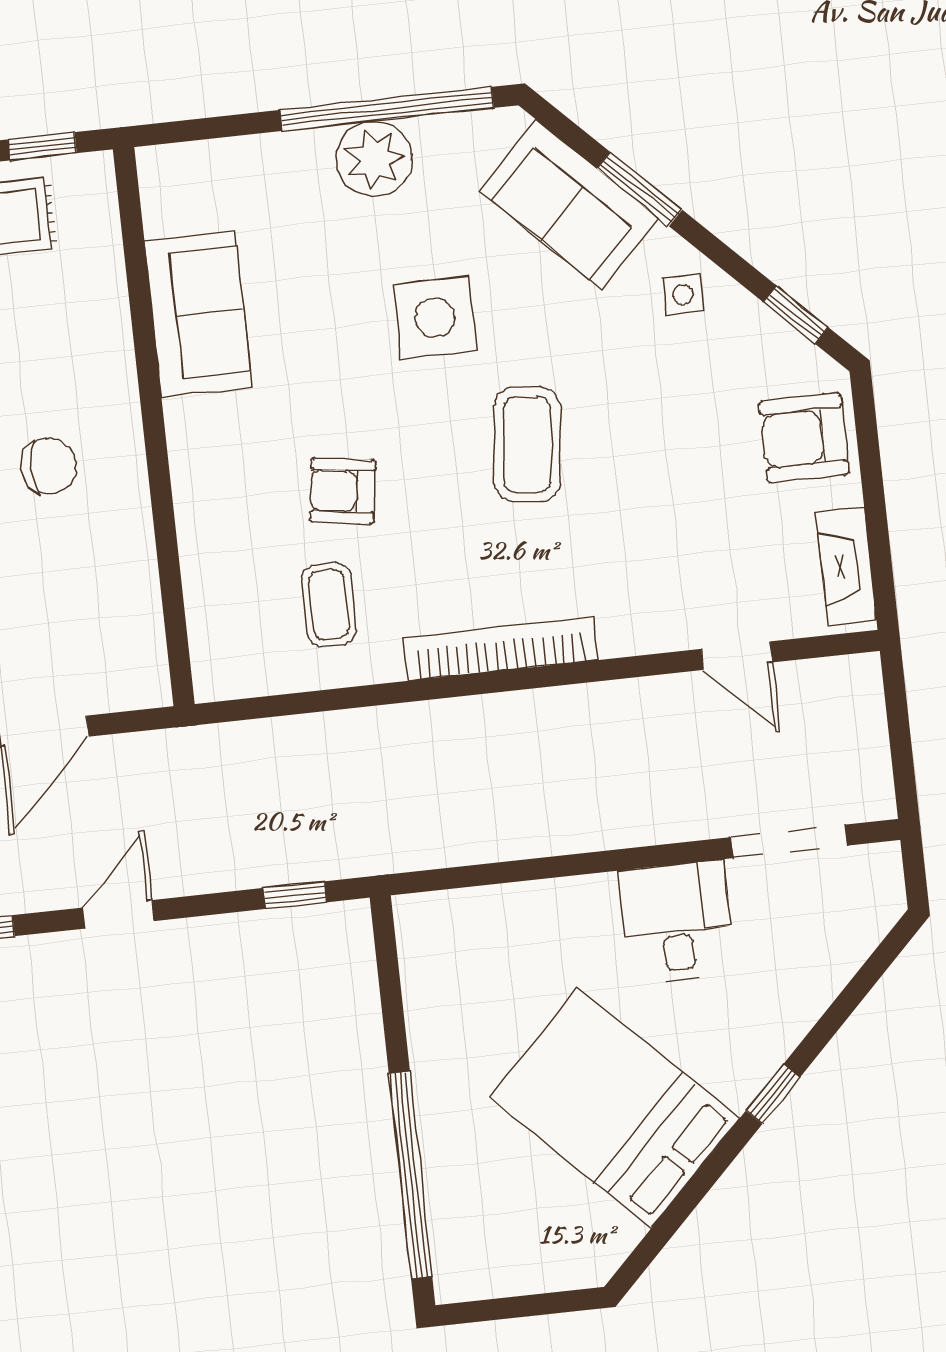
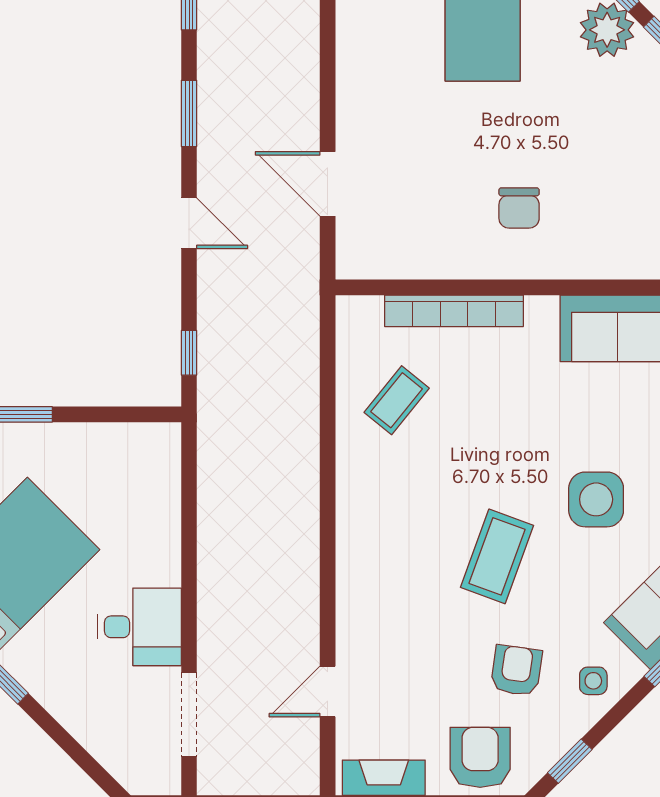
coffee table: (527, 444) -> (497, 556), turned -76
armchair: (342, 491) -> (516, 671), moved
coffee table: (329, 605) -> (397, 400), turned -51
bookcase: (501, 649) -> (454, 311), moved, turned 90

